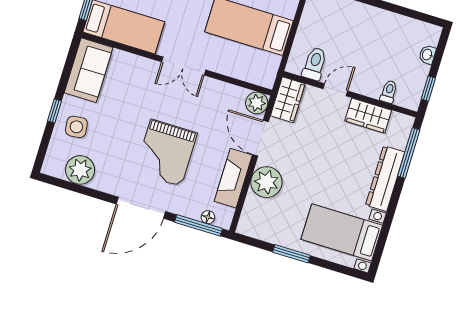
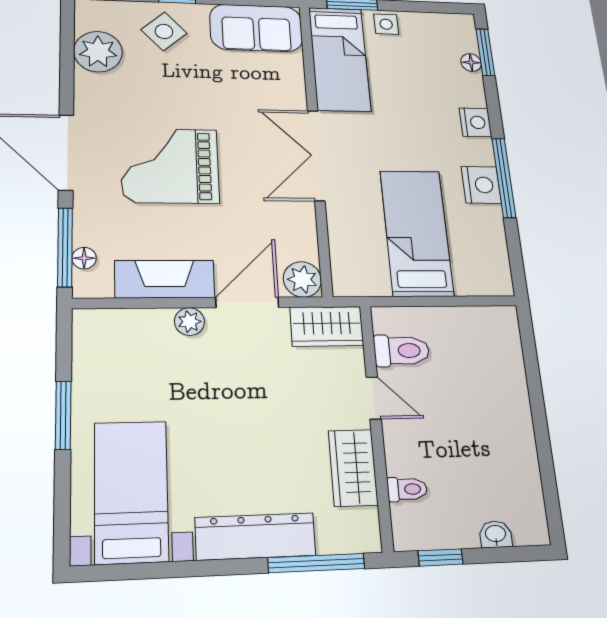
double door: (184, 66) -> (316, 155), width x1.37
side table: (76, 127) -> (164, 31), turned -35
plant: (266, 182) -> (189, 322), width x0.53, depth x0.53

